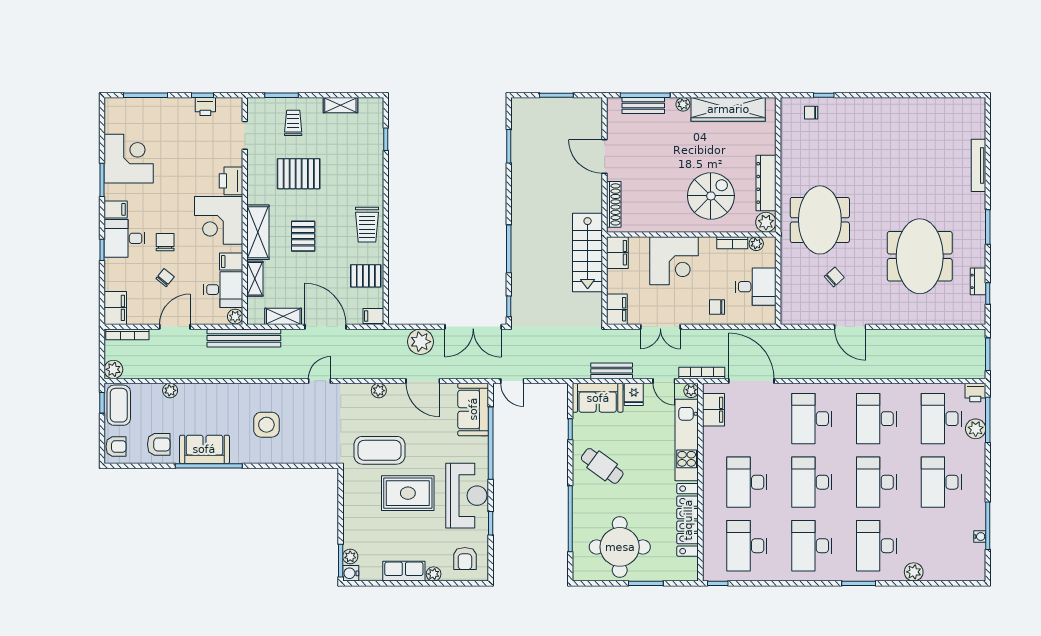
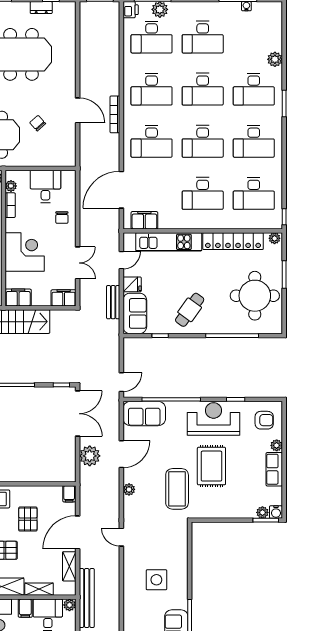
pallet: (366, 276) -> (28, 519), moved
door: (850, 327) -> (78, 110), hinge flipped
bookcase: (702, 373) -> (115, 114), moved
plant: (691, 391) -> (275, 238), moved

